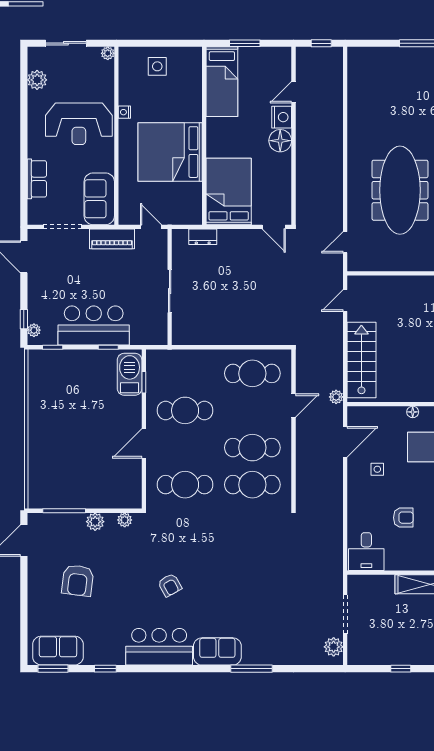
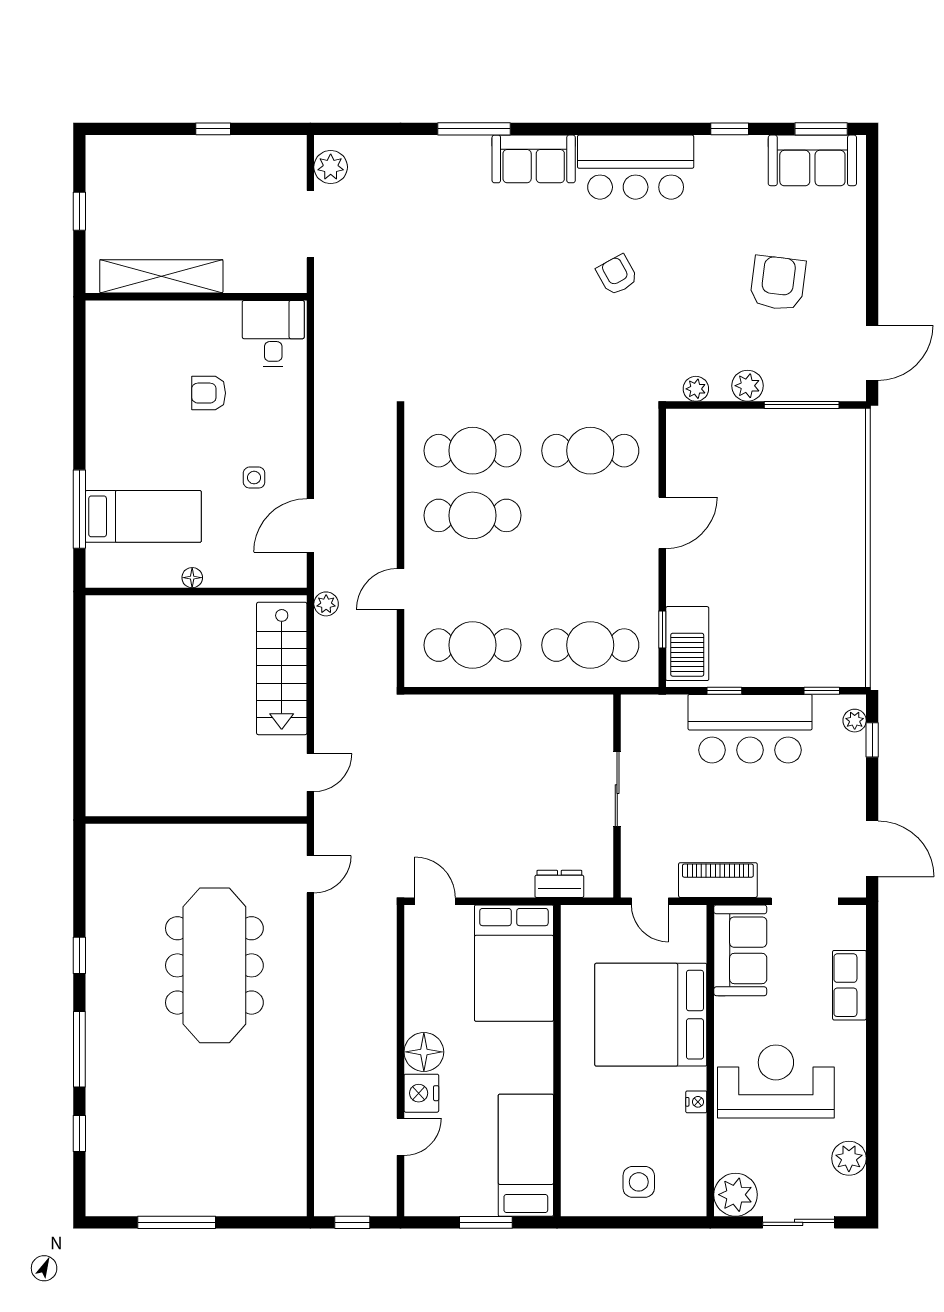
plant: (108, 53) -> (736, 1195), width x1.87, depth x1.87
bed: (170, 152) -> (651, 1015), moved, turned 180
cafe table: (185, 410) -> (590, 645), moved

